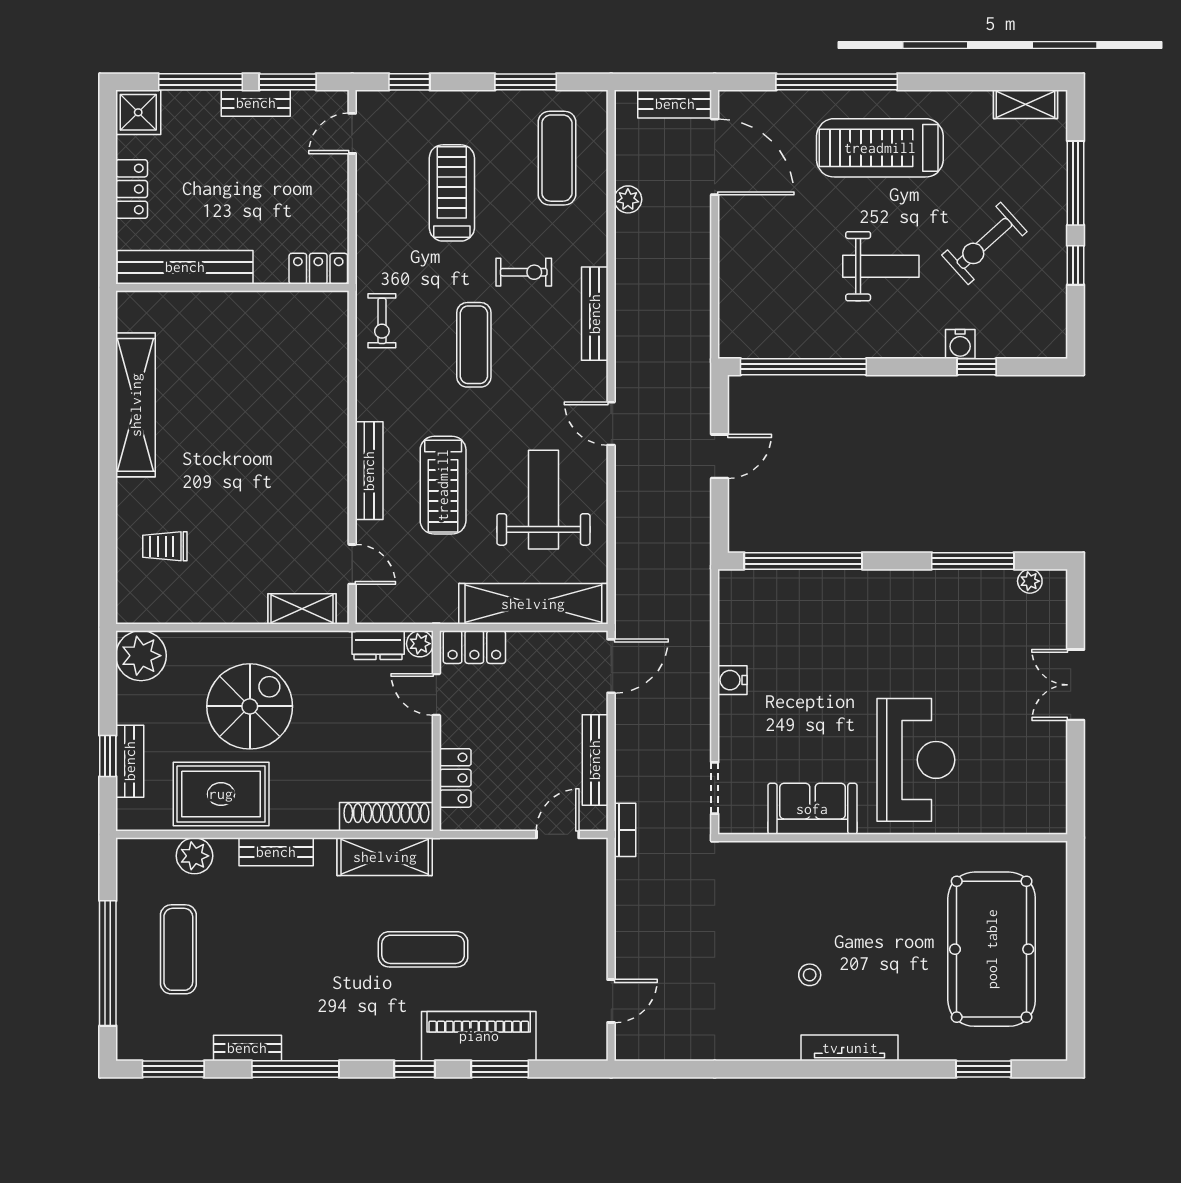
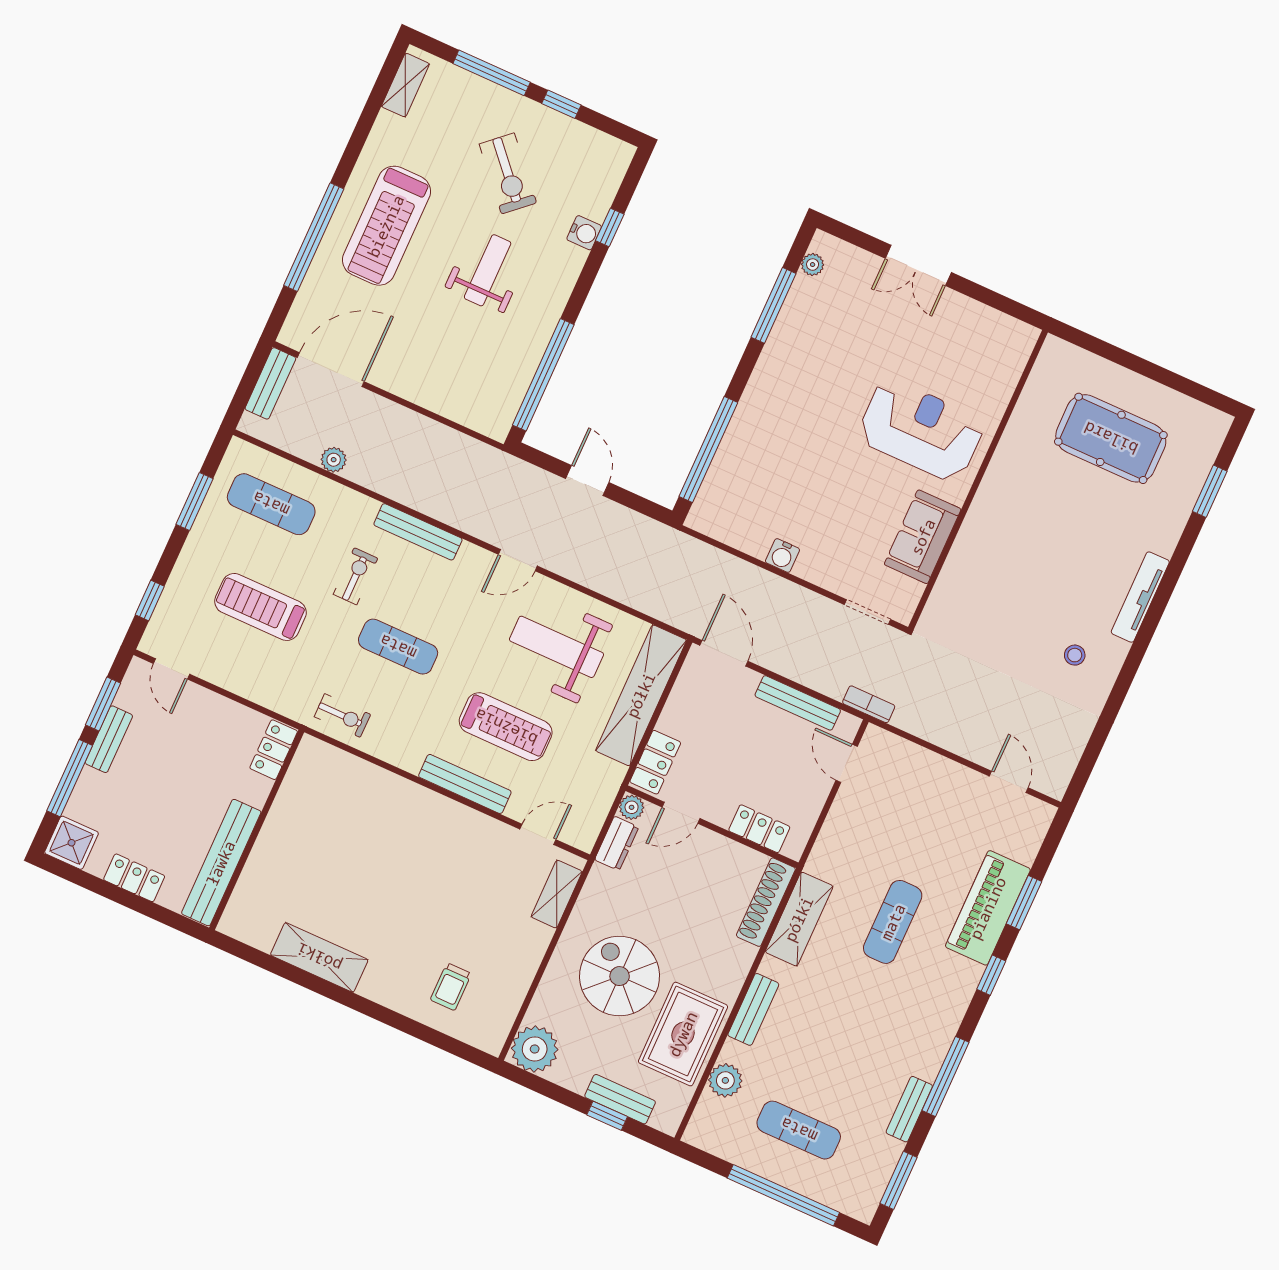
shelving: (136, 405) -> (319, 957), width x0.68
pool table: (992, 949) -> (1111, 438), width x0.73, depth x0.76
stool: (810, 975) -> (1075, 655), moved

